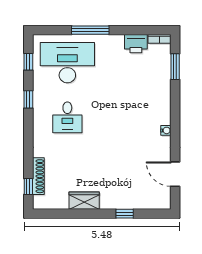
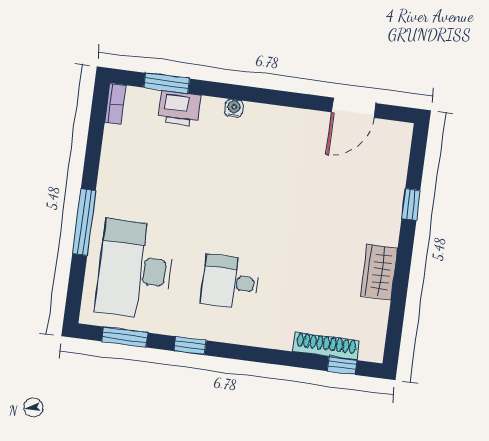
printer: (136, 44) -> (179, 109), moved, turned 90
window: (28, 62) -> (125, 337), width x1.50
desk: (67, 117) -> (230, 282), turned 180
water cooler: (166, 130) -> (234, 108), moved

